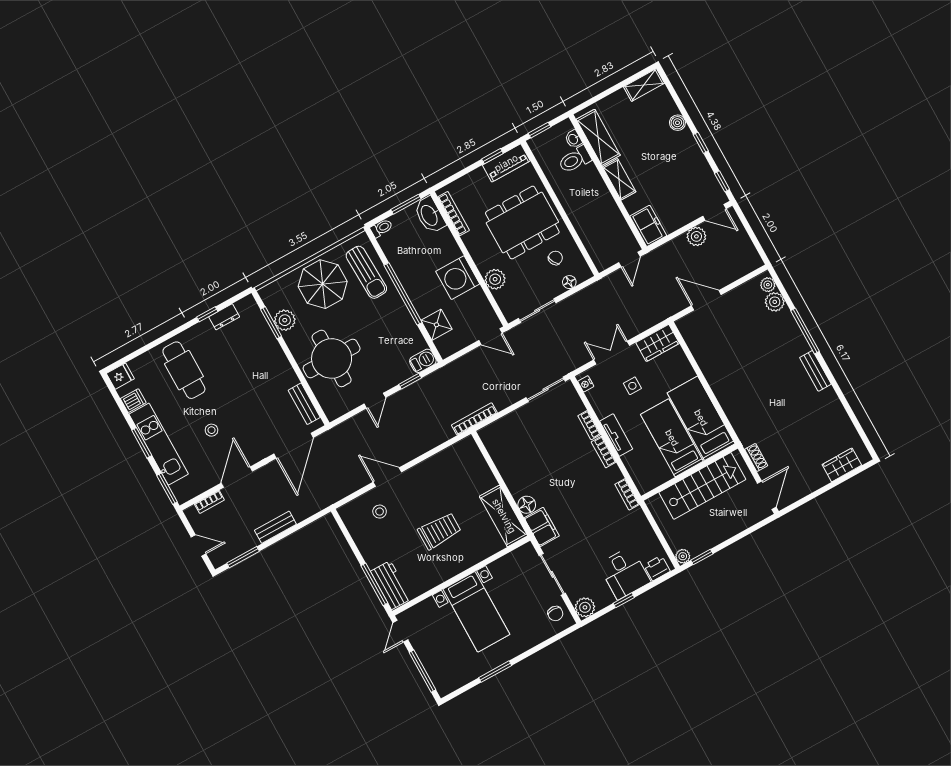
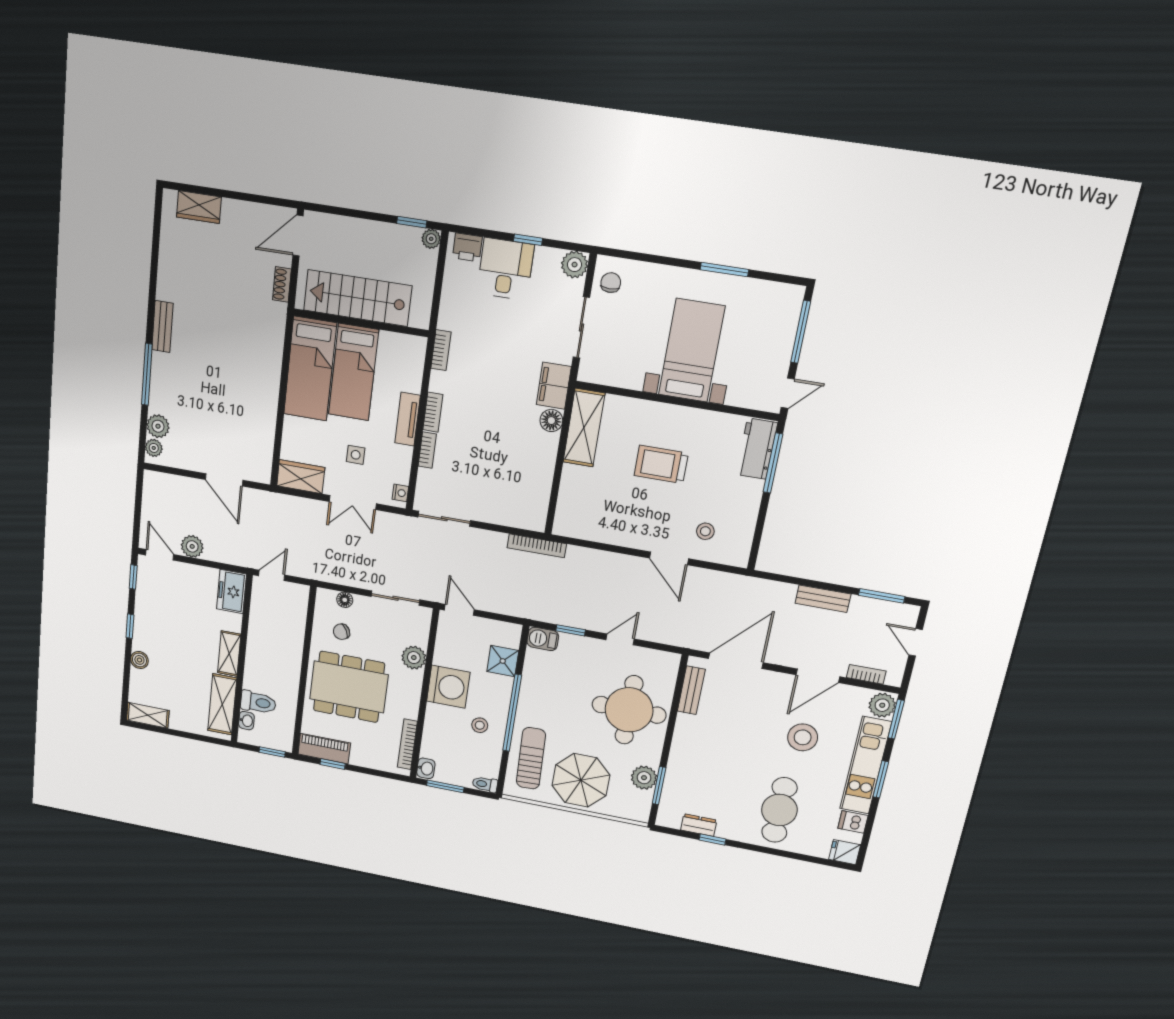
washbasin: (430, 215) -> (426, 768), width x0.52, depth x0.69
stool: (417, 268) -> (480, 725), added
stool: (212, 430) -> (803, 737), width x1.89, depth x1.89
plant: (183, 491) -> (882, 705), added

